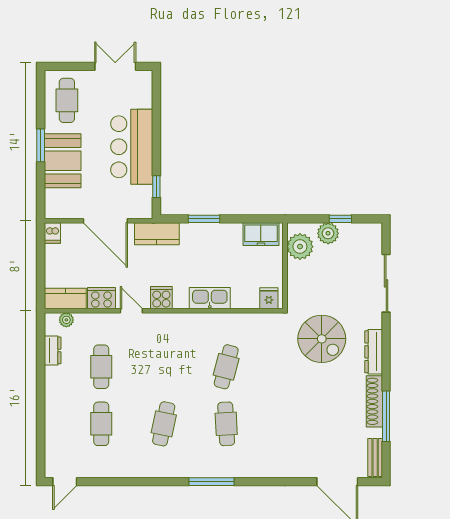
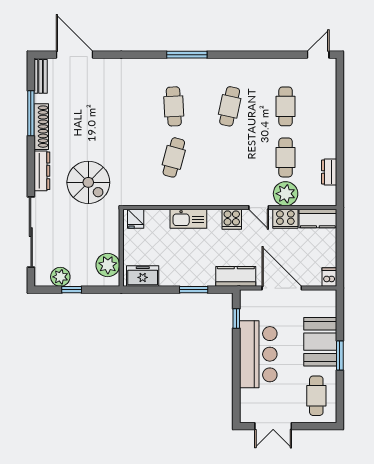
plant: (328, 233) -> (60, 277), moved
sliding door: (386, 283) -> (31, 232), width x1.36
plant: (66, 320) -> (286, 194), moved, width x1.88, depth x1.88
spiral stairs: (322, 339) -> (88, 182), turned 180

